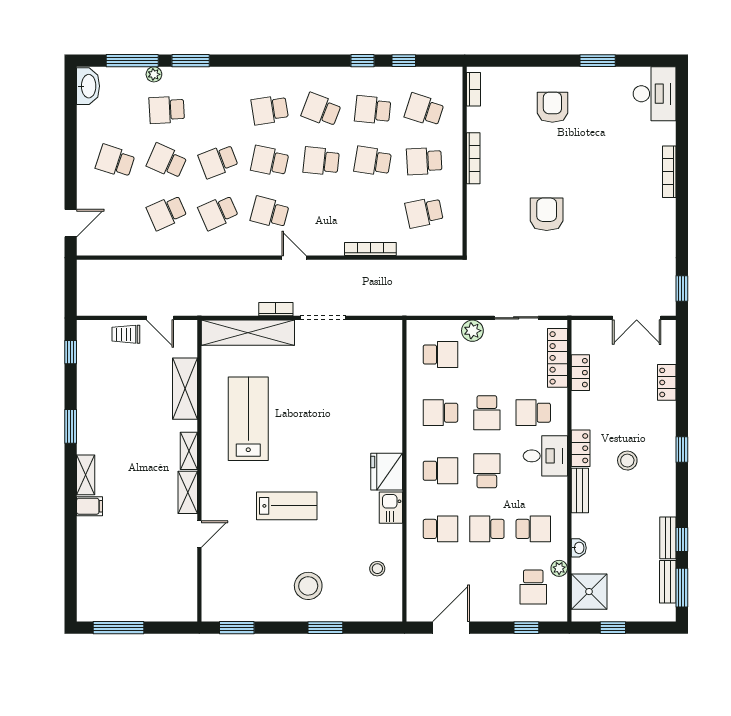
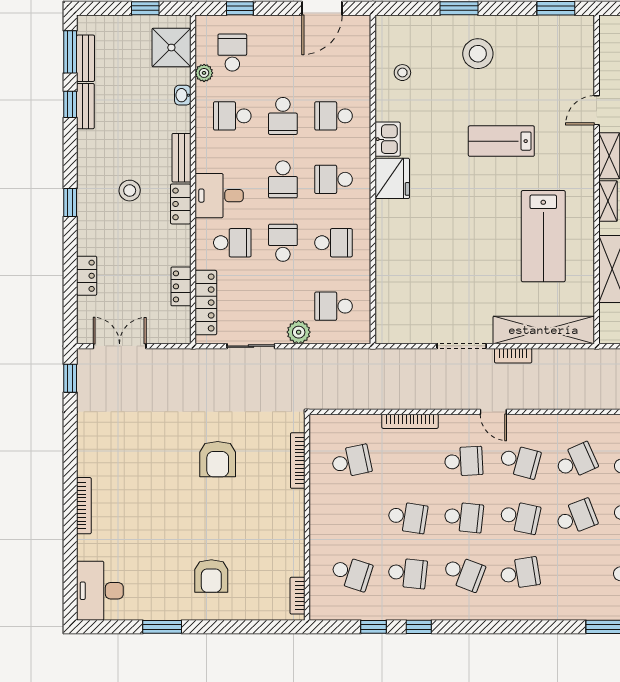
bookcase: (473, 158) -> (298, 461), moved
school desk: (424, 161) -> (464, 461), moved
school desk: (487, 529) -> (283, 116), turned 90

